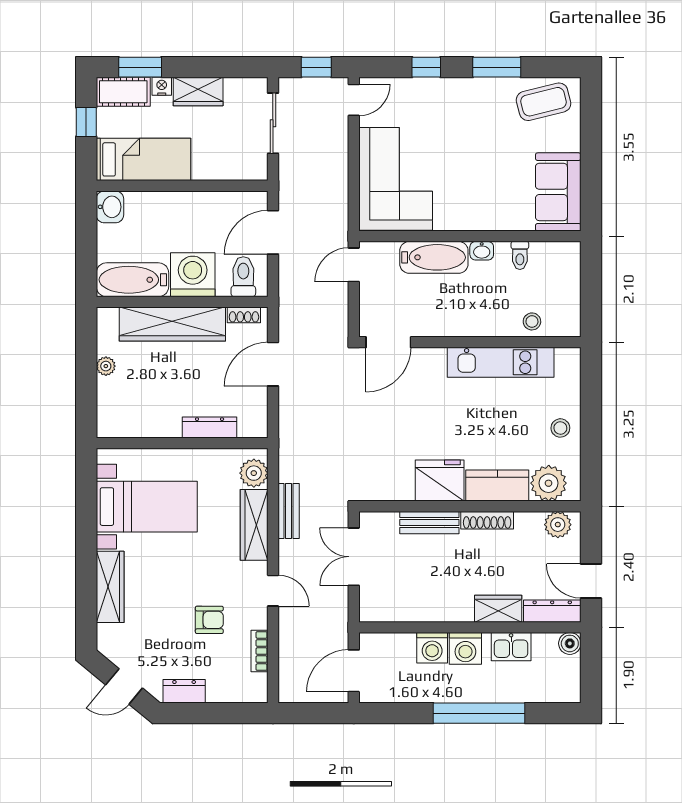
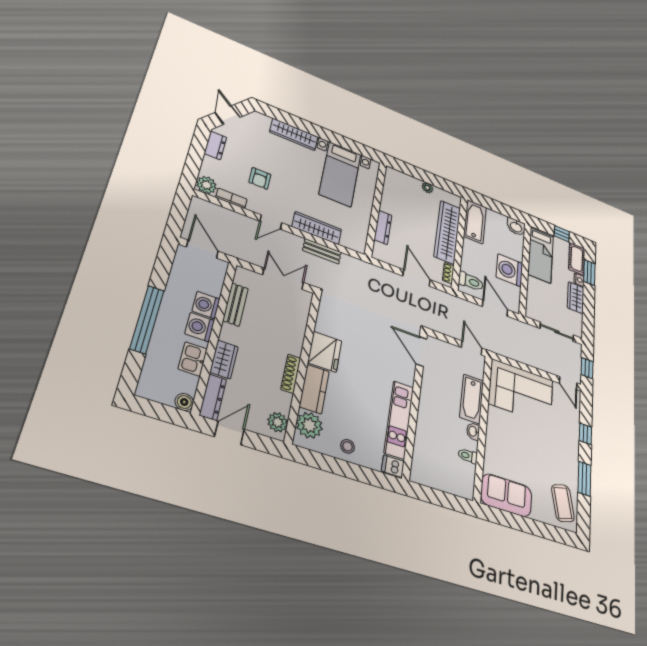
washing machine: (193, 275) -> (509, 270), moved, turned 180
stool: (532, 321) -> (424, 450), removed
dishwasher: (568, 362) -> (393, 466), added
plant: (254, 473) -> (206, 185), moved
bench: (429, 523) -> (235, 305), moved

